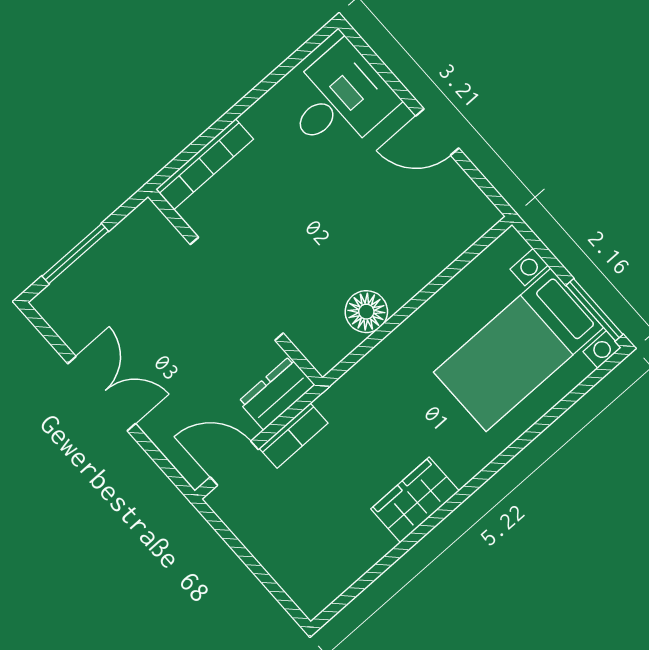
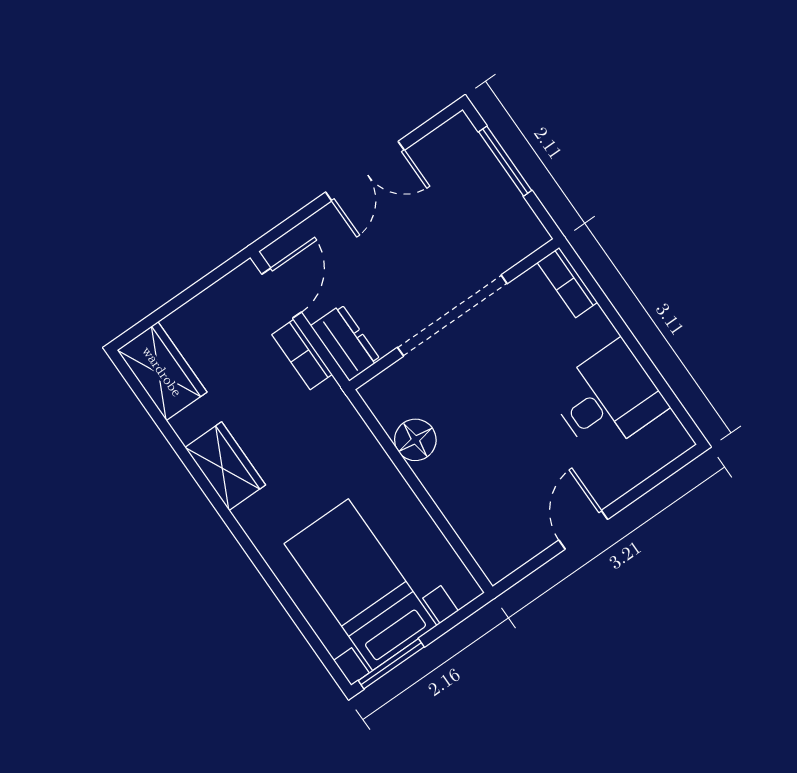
desk: (339, 100) -> (608, 399), moved, turned -90
bookcase: (205, 164) -> (567, 282), width x0.64
wardrobe: (327, 575) -> (162, 371), added

